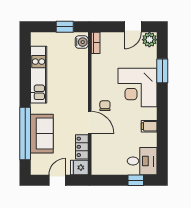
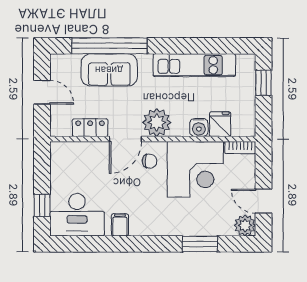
window: (65, 27) -> (264, 83), moved
water cooler: (82, 42) -> (199, 127), moved
corner desk: (138, 87) -> (195, 169), moved, turned 180
plant: (78, 101) -> (157, 122), added
desk: (142, 161) -> (77, 215), width x1.37
fridge: (79, 167) -> (220, 124), moved

